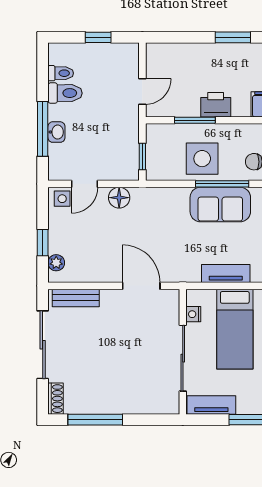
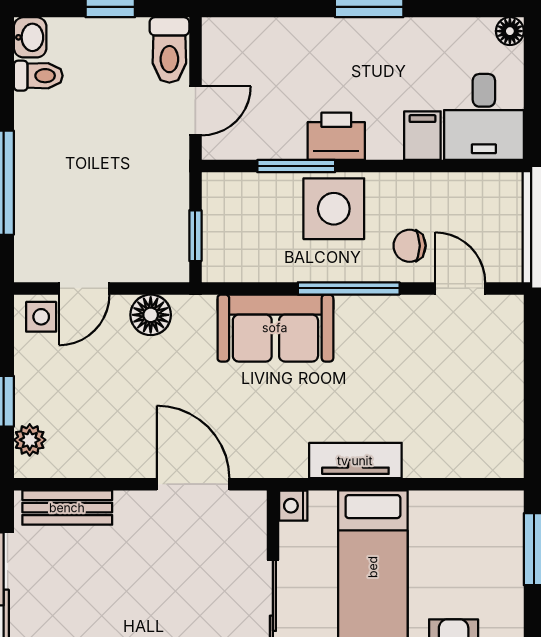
toilet: (65, 93) -> (169, 50), moved, turned 90
washbasin: (56, 132) -> (30, 37), moved
side table: (202, 159) -> (334, 209), moved
sofa: (220, 205) -> (275, 328), moved
nightstand: (193, 314) -> (293, 506), moved

